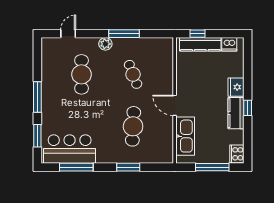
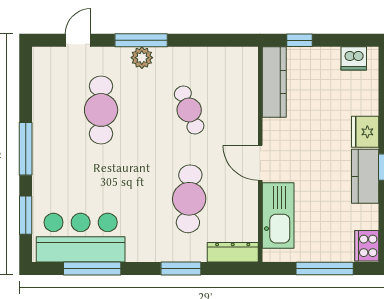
window: (124, 34) -> (141, 40), moved
kitchen counter: (200, 44) -> (274, 82), moved, turned -90
dresser: (159, 158) -> (233, 252), added

